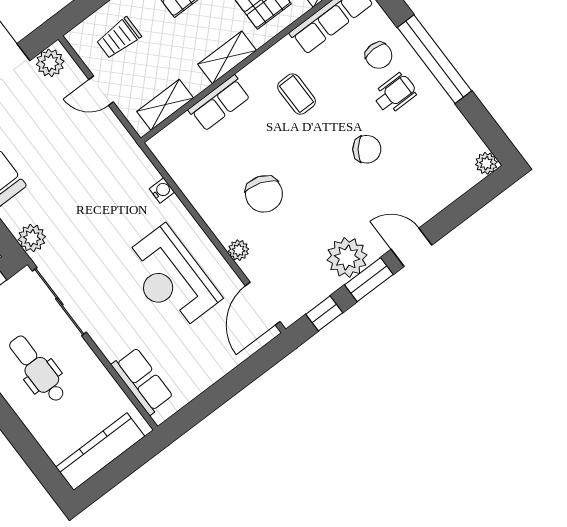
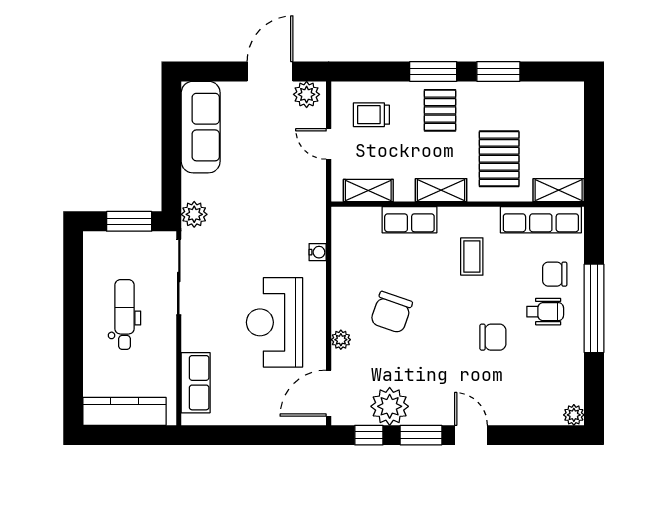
chair: (379, 55) -> (555, 274), turned 90
chair: (367, 149) -> (493, 337), turned -38
plant: (347, 257) -> (390, 406), moved

